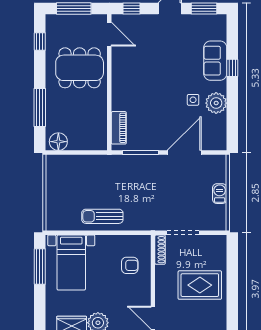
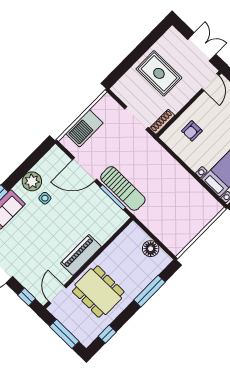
piano: (119, 128) -> (81, 255), moved, width x1.37, depth x1.33
floor lamp: (58, 142) -> (151, 249), moved
barbecue: (220, 194) -> (84, 128), width x1.88, depth x1.53
sun lounger: (102, 216) -> (123, 188), moved, width x1.36, depth x1.34
armchair: (130, 265) -> (192, 131), turned -90

